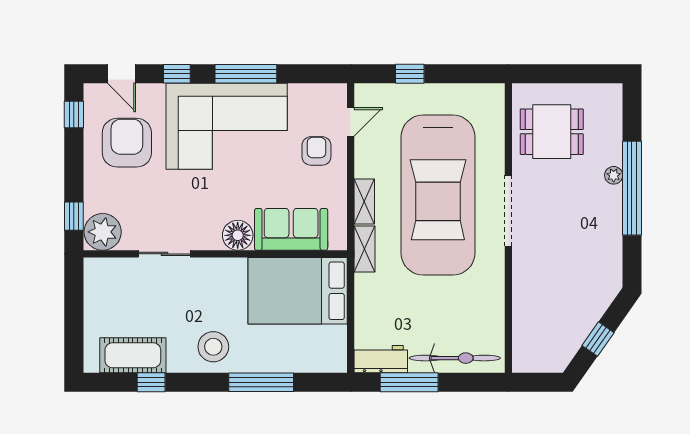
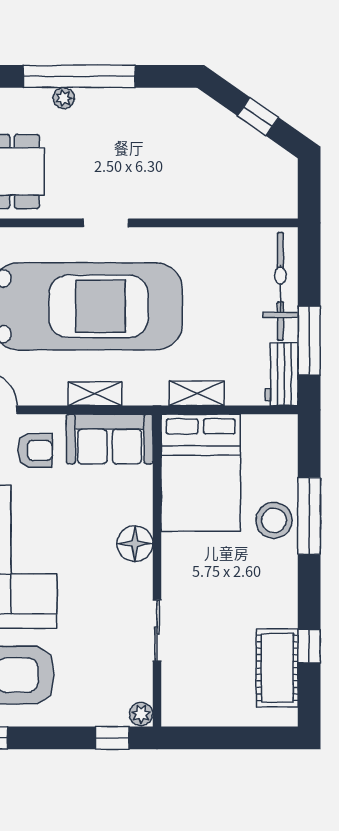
armchair: (316, 151) -> (35, 450), turned 180
doorway: (508, 211) -> (106, 223), width x0.53
sofa: (291, 229) -> (110, 439), moved, turned -90
plant: (103, 232) -> (141, 714), width x0.53, depth x0.53
shelving: (365, 249) -> (197, 393), moved
stool: (213, 347) -> (274, 520), moved

